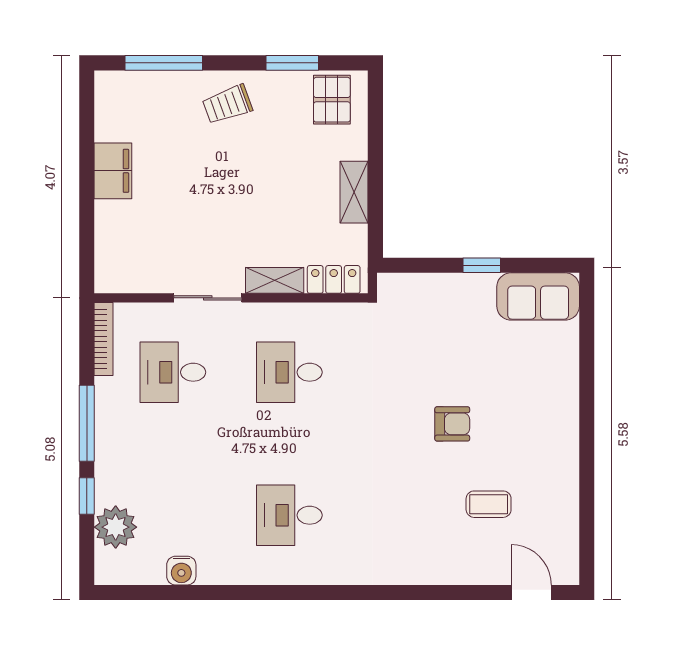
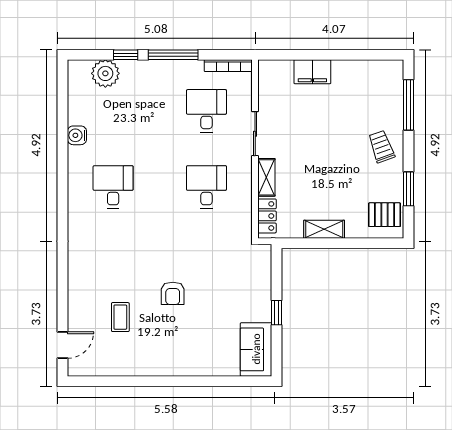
filing cabinet: (113, 171) -> (312, 72), moved
water cooler: (181, 571) -> (77, 135), moved

